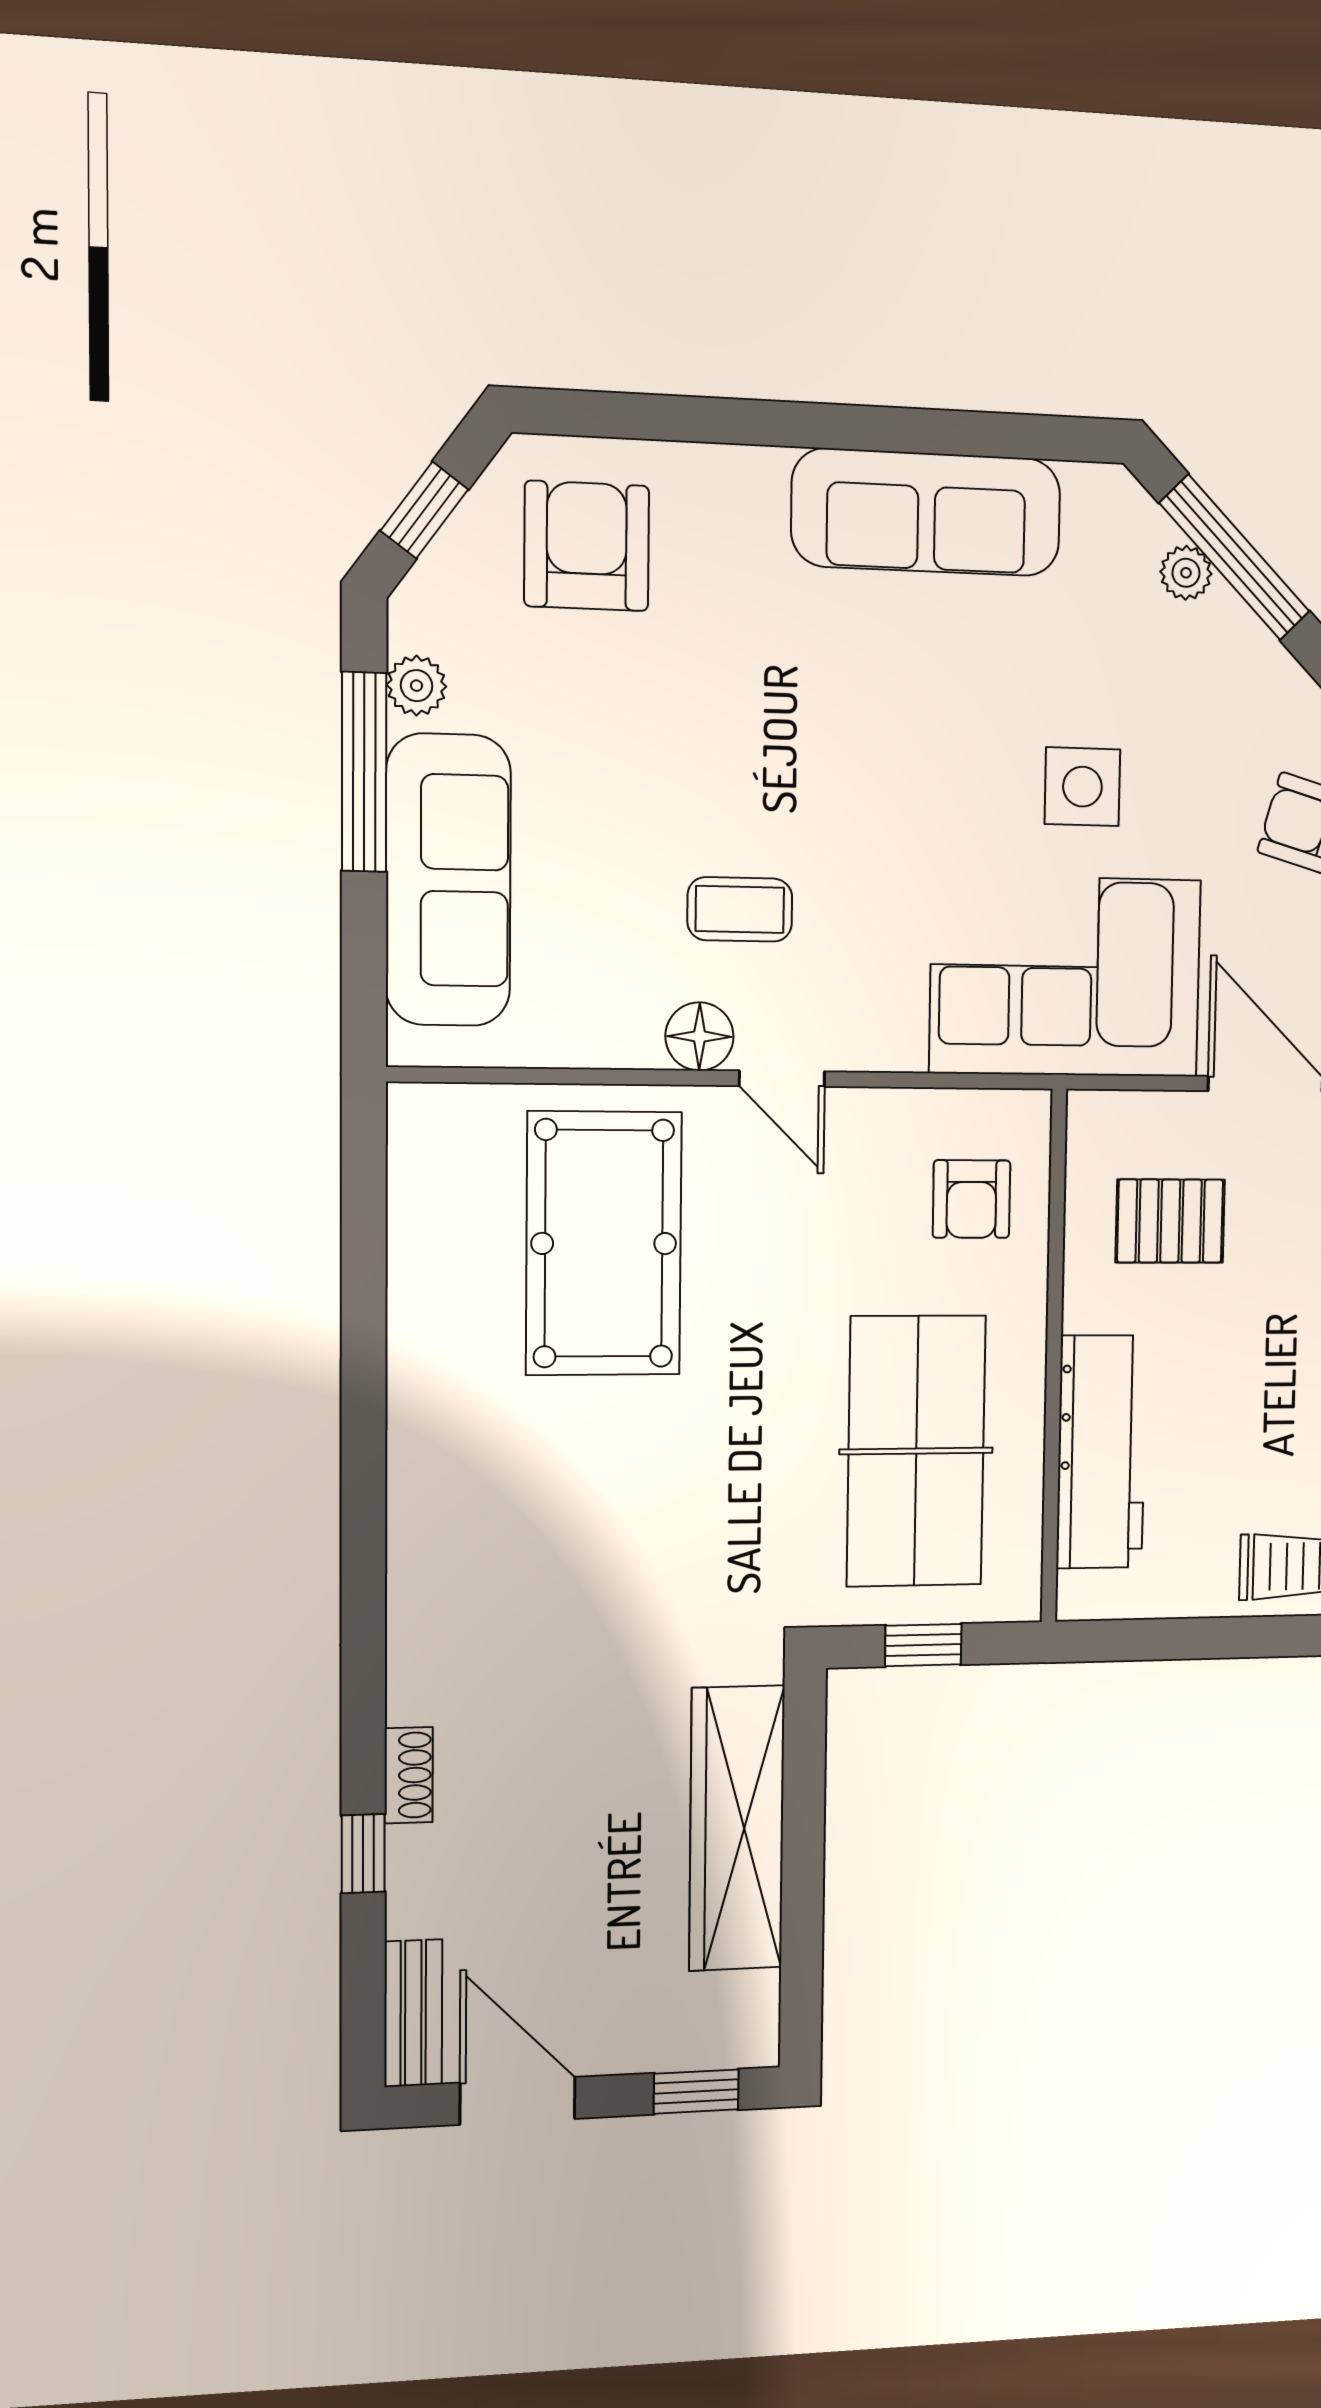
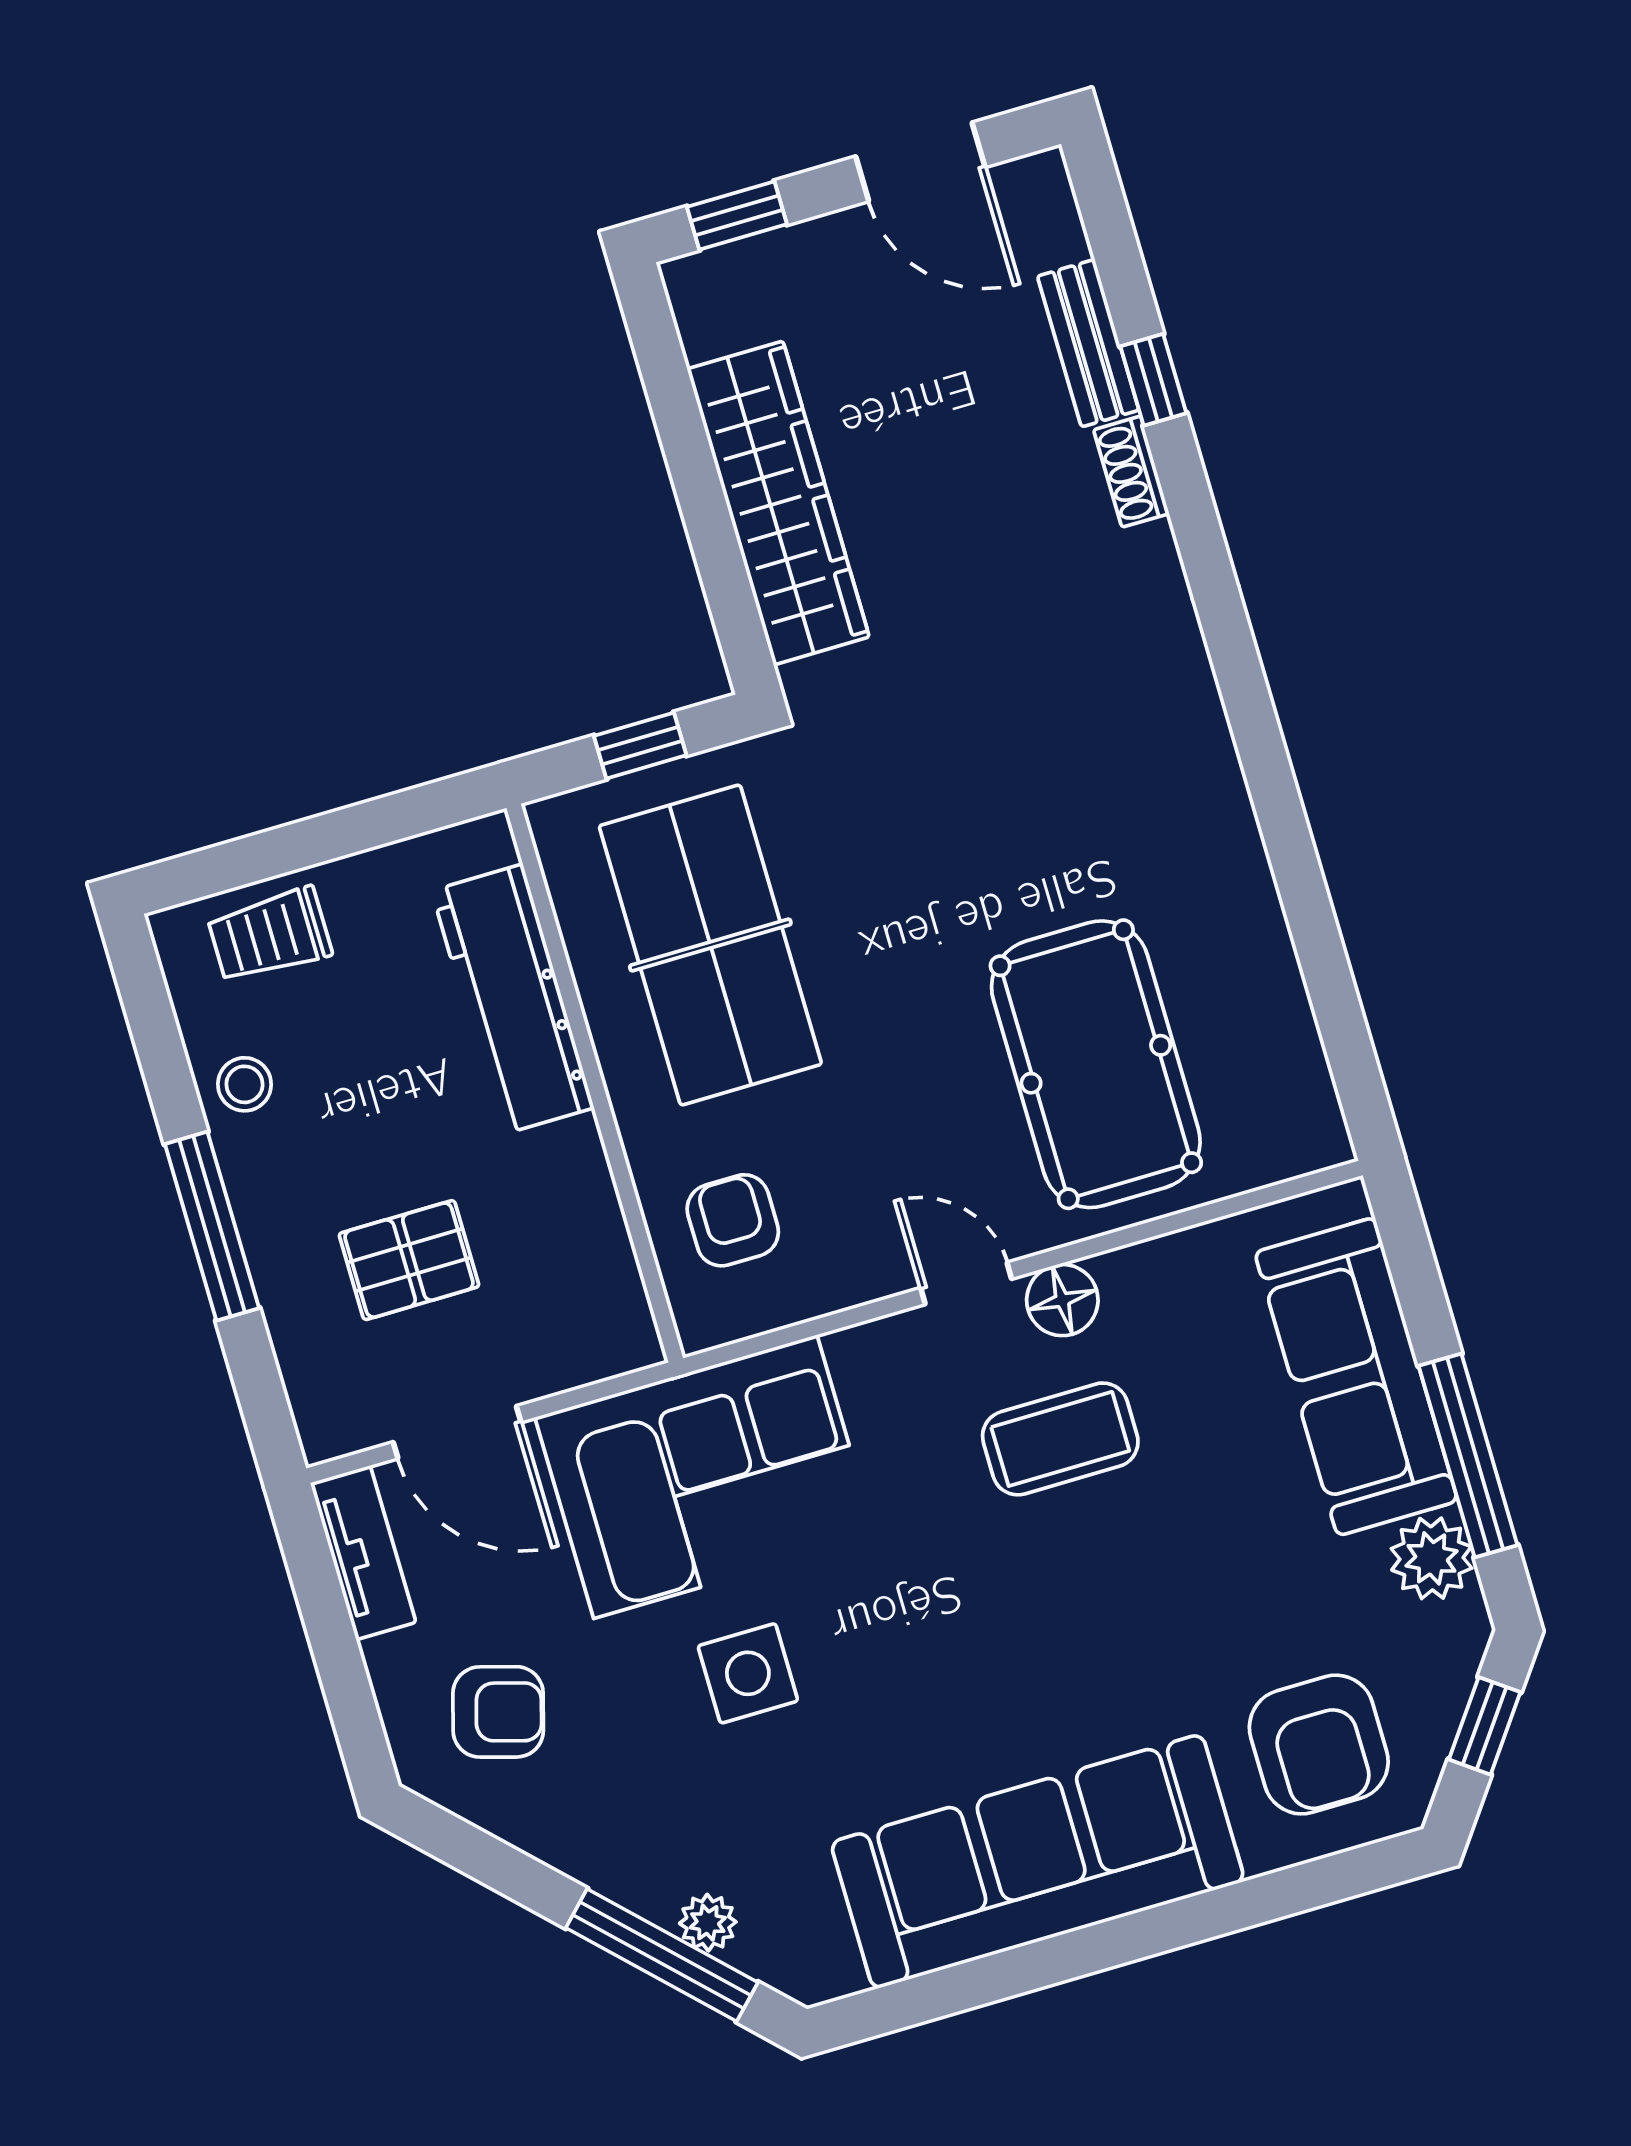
sofa: (926, 512) -> (1038, 1862), width x1.36, depth x1.27
plant: (416, 686) -> (1432, 1558), width x1.38, depth x1.38
coffee table: (740, 909) -> (1060, 1439), width x1.36, depth x1.30
pallet: (1170, 1221) -> (409, 1260), moved
bench: (413, 2013) -> (1088, 343), moved

